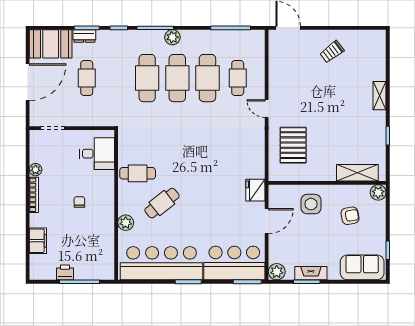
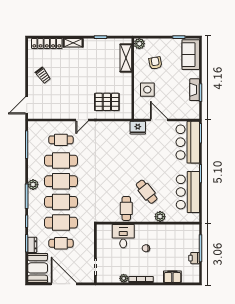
locker: (378, 57) -> (47, 43), added
cafe table: (117, 78) -> (61, 223), added
desk: (97, 154) -> (123, 236), moved
bar counter: (162, 263) -> (188, 192), width x0.73
plant: (277, 272) -> (194, 113), removed

